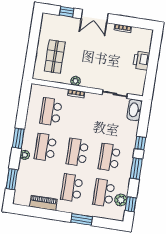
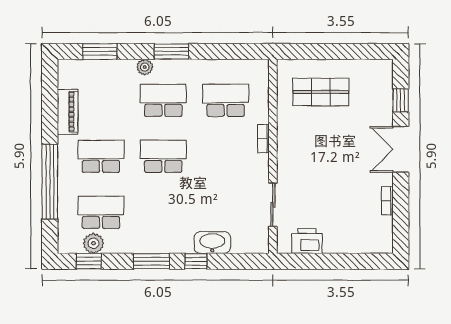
printer: (141, 61) -> (307, 241), moved
plant: (76, 81) -> (285, 134), removed
washbasin: (134, 110) -> (212, 243), moved
school desk: (109, 157) -> (163, 212), removed
window: (82, 219) -> (50, 182), width x2.11

